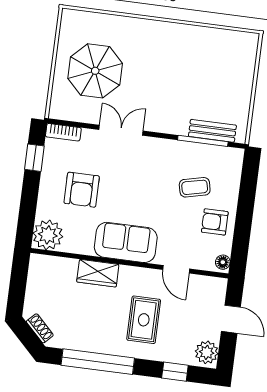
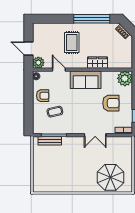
parasol: (95, 71) -> (110, 177), moved
armchair: (82, 190) -> (111, 103), turned 90
plant: (207, 352) -> (38, 63), moved
window: (175, 372) -> (53, 19), removed

